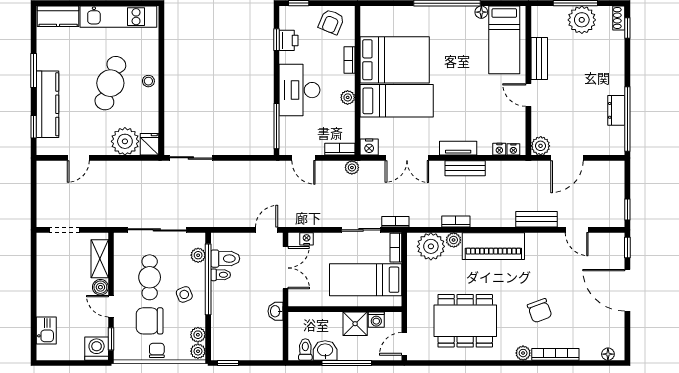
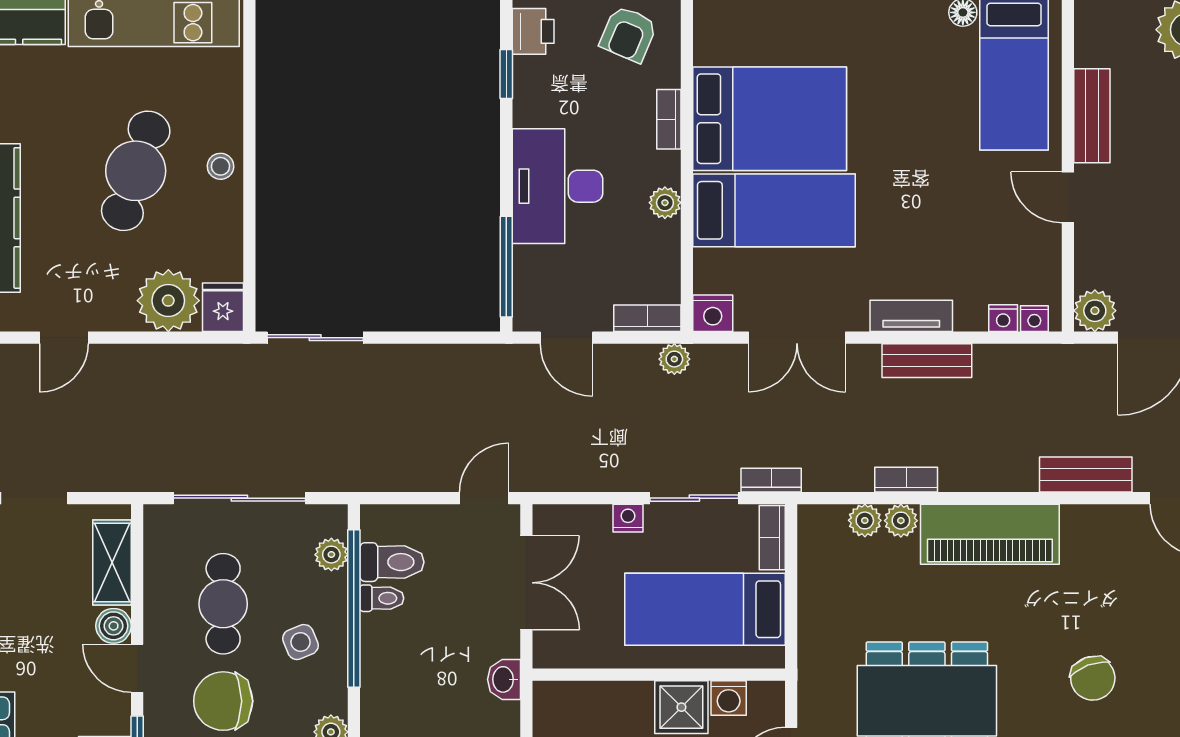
printer: (289, 40) -> (533, 31), moved
nightstand: (307, 239) -> (628, 518), moved
plant: (431, 246) -> (865, 520), width x0.53, depth x0.53

